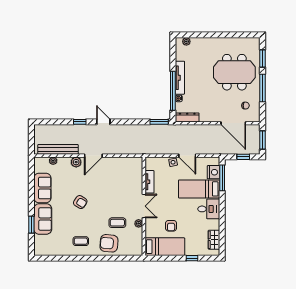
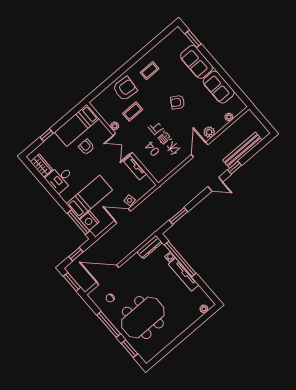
window: (159, 122) -> (178, 216), moved
bench: (58, 149) -> (242, 150), moved
desk: (209, 209) -> (60, 179), moved
window: (31, 225) -> (193, 39), moved

